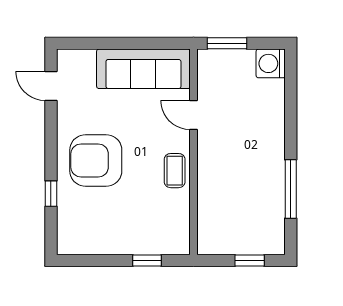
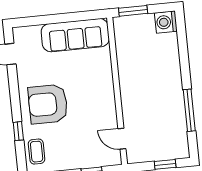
door: (194, 115) -> (122, 139), moved
coffee table: (175, 171) -> (37, 152), moved

